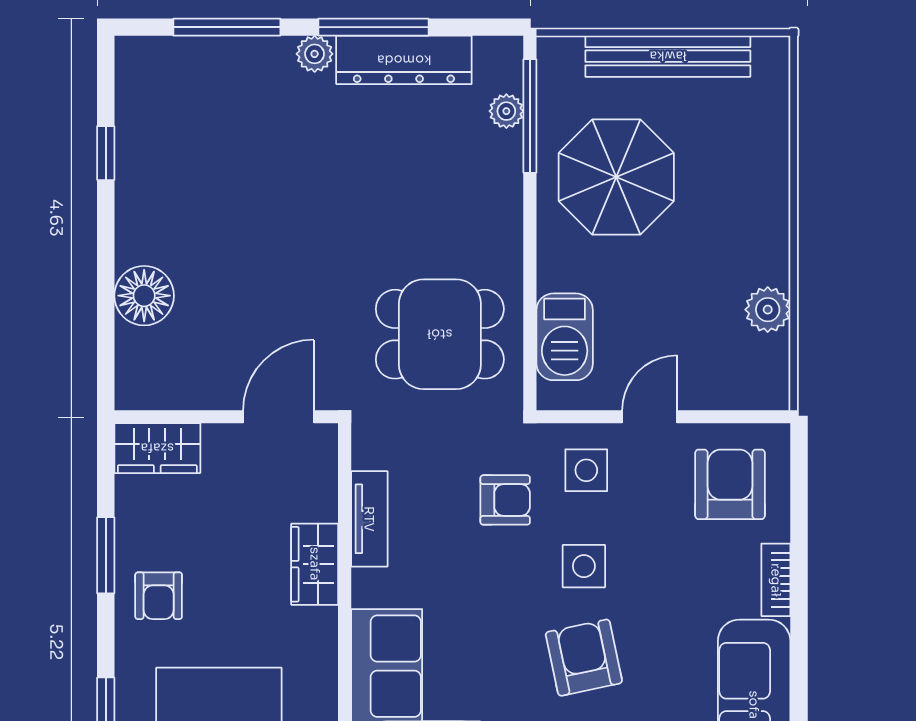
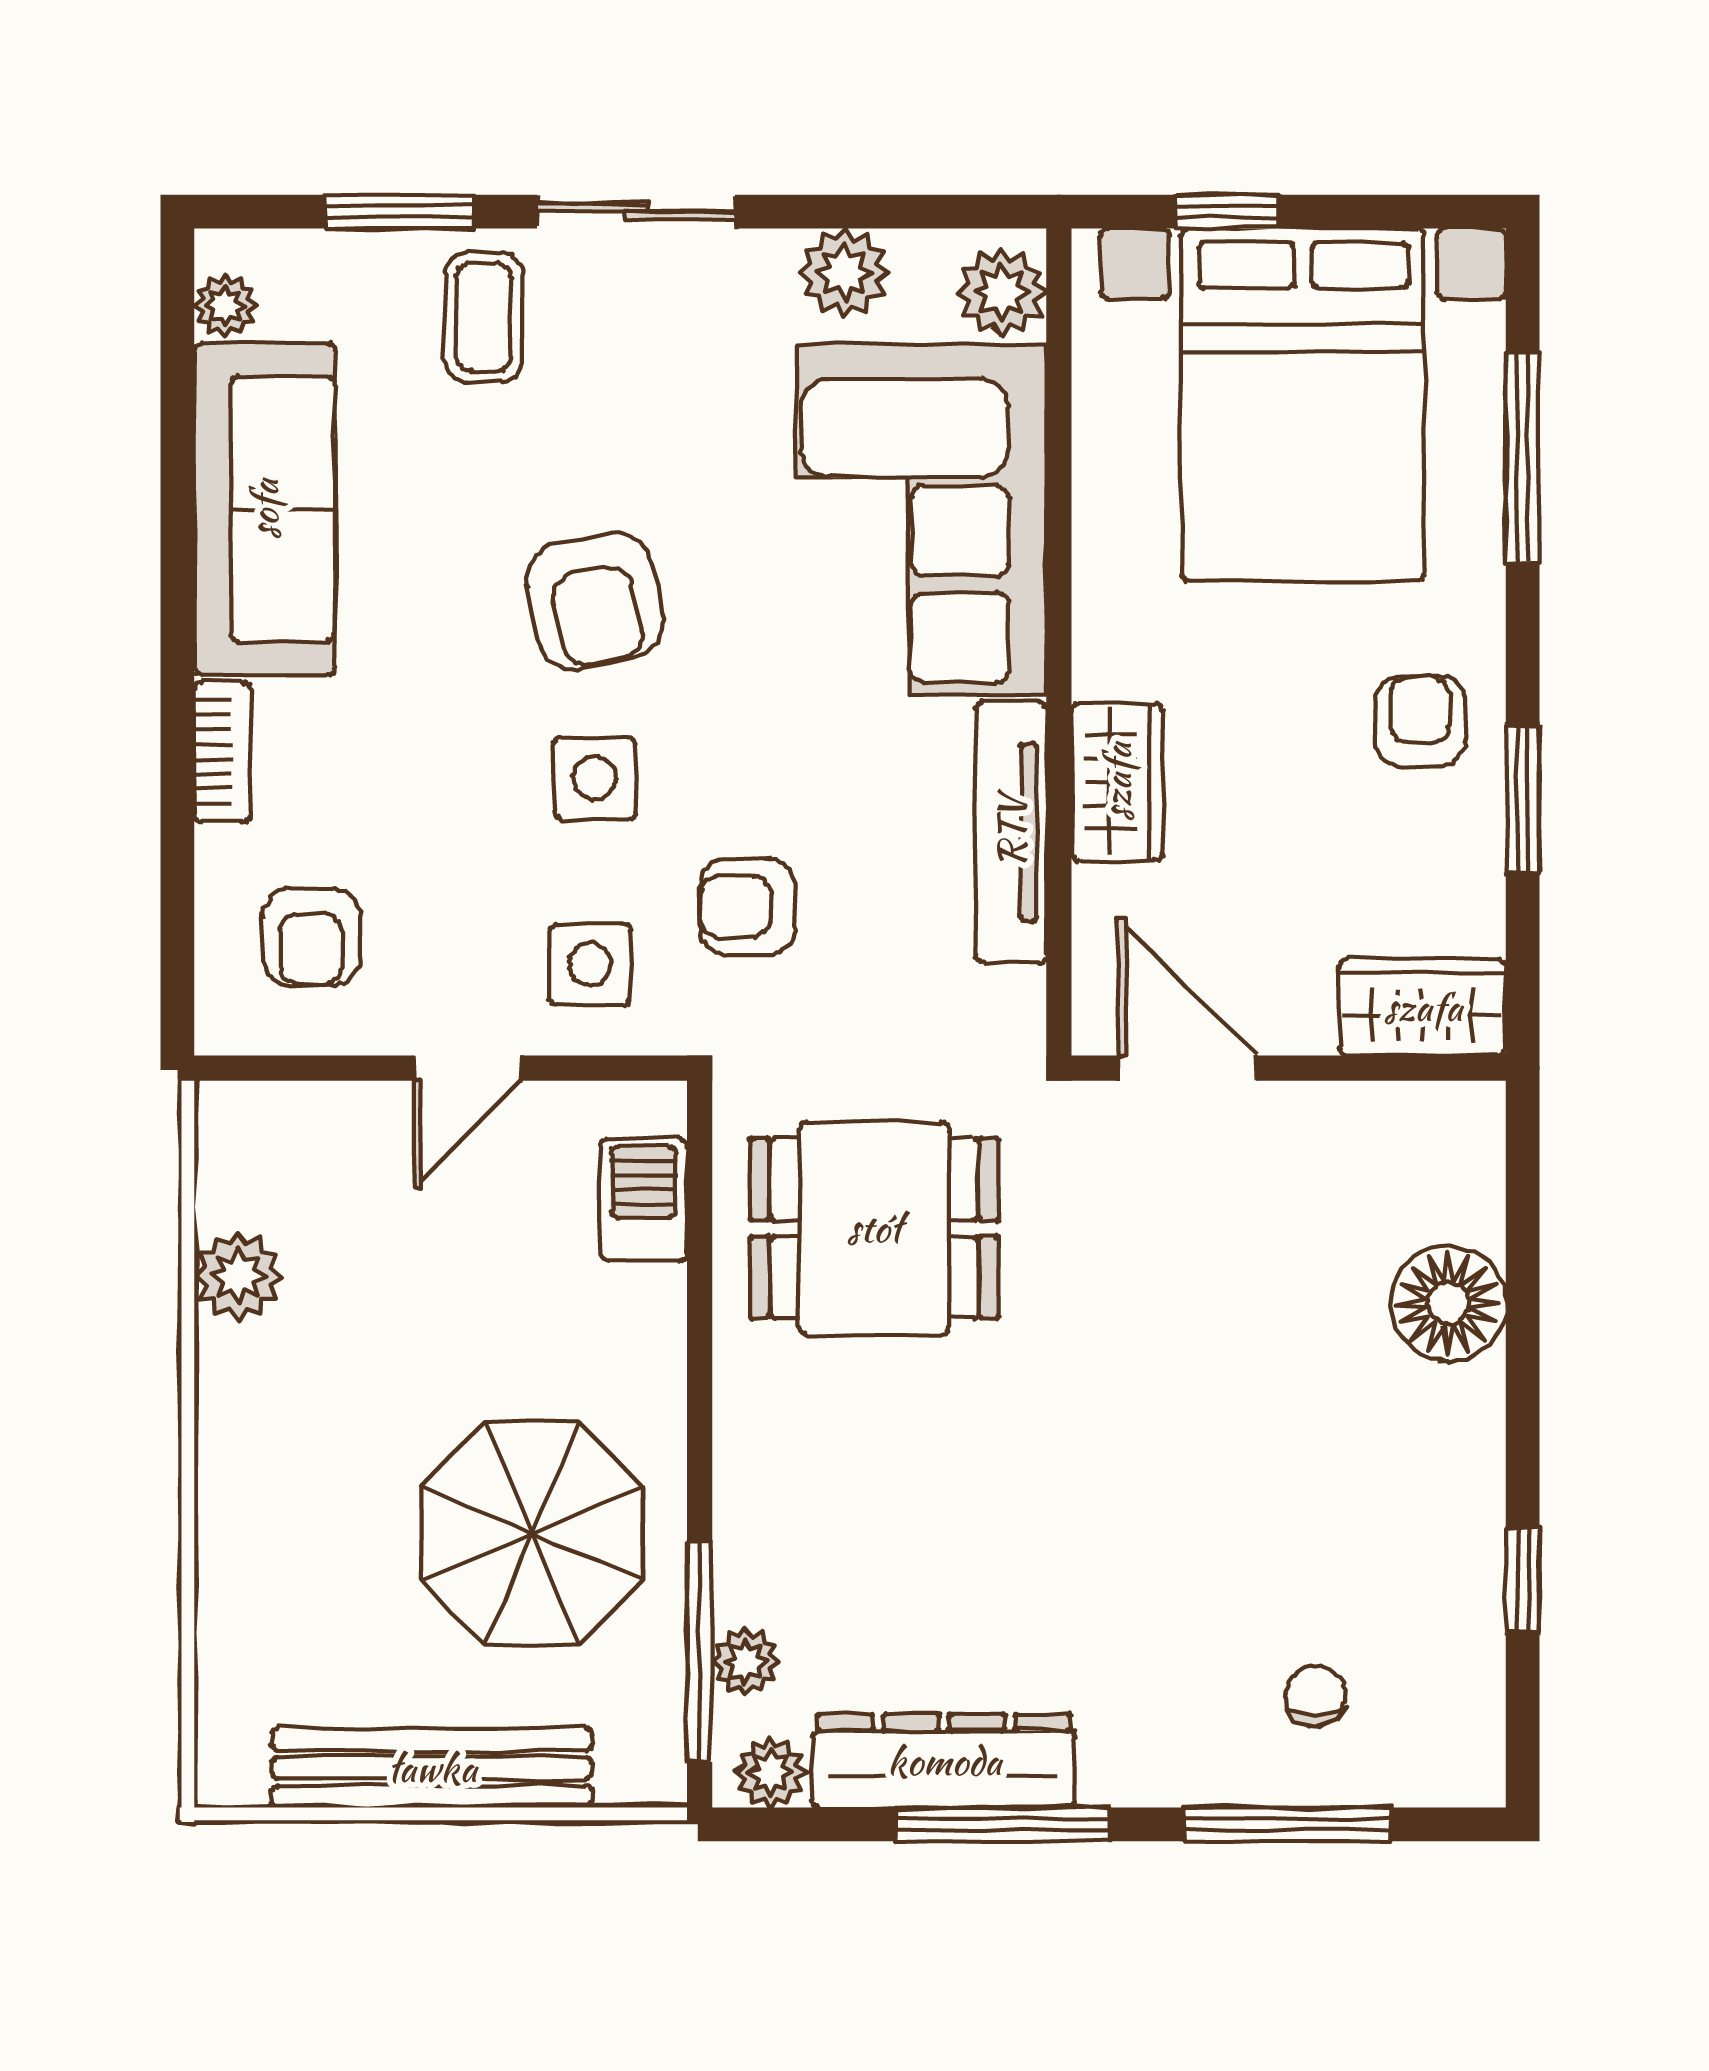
plant: (315, 54) -> (770, 1772), moved
chair: (213, 93) -> (1315, 1696), added
barbecue: (565, 337) -> (644, 1200), width x0.73, depth x0.79
door: (278, 417) -> (1187, 1068), swing flipped
armchair: (730, 484) -> (311, 937), width x0.72, depth x0.72
tv unit: (369, 519) -> (1011, 832), width x1.41

